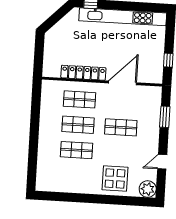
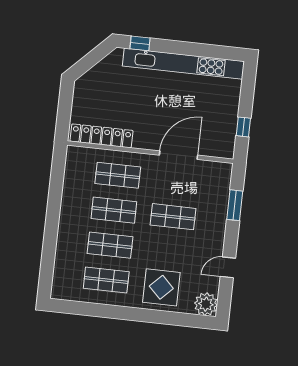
locker: (83, 73) -> (101, 136), moved
shop shelf: (75, 175) -> (106, 280), added

